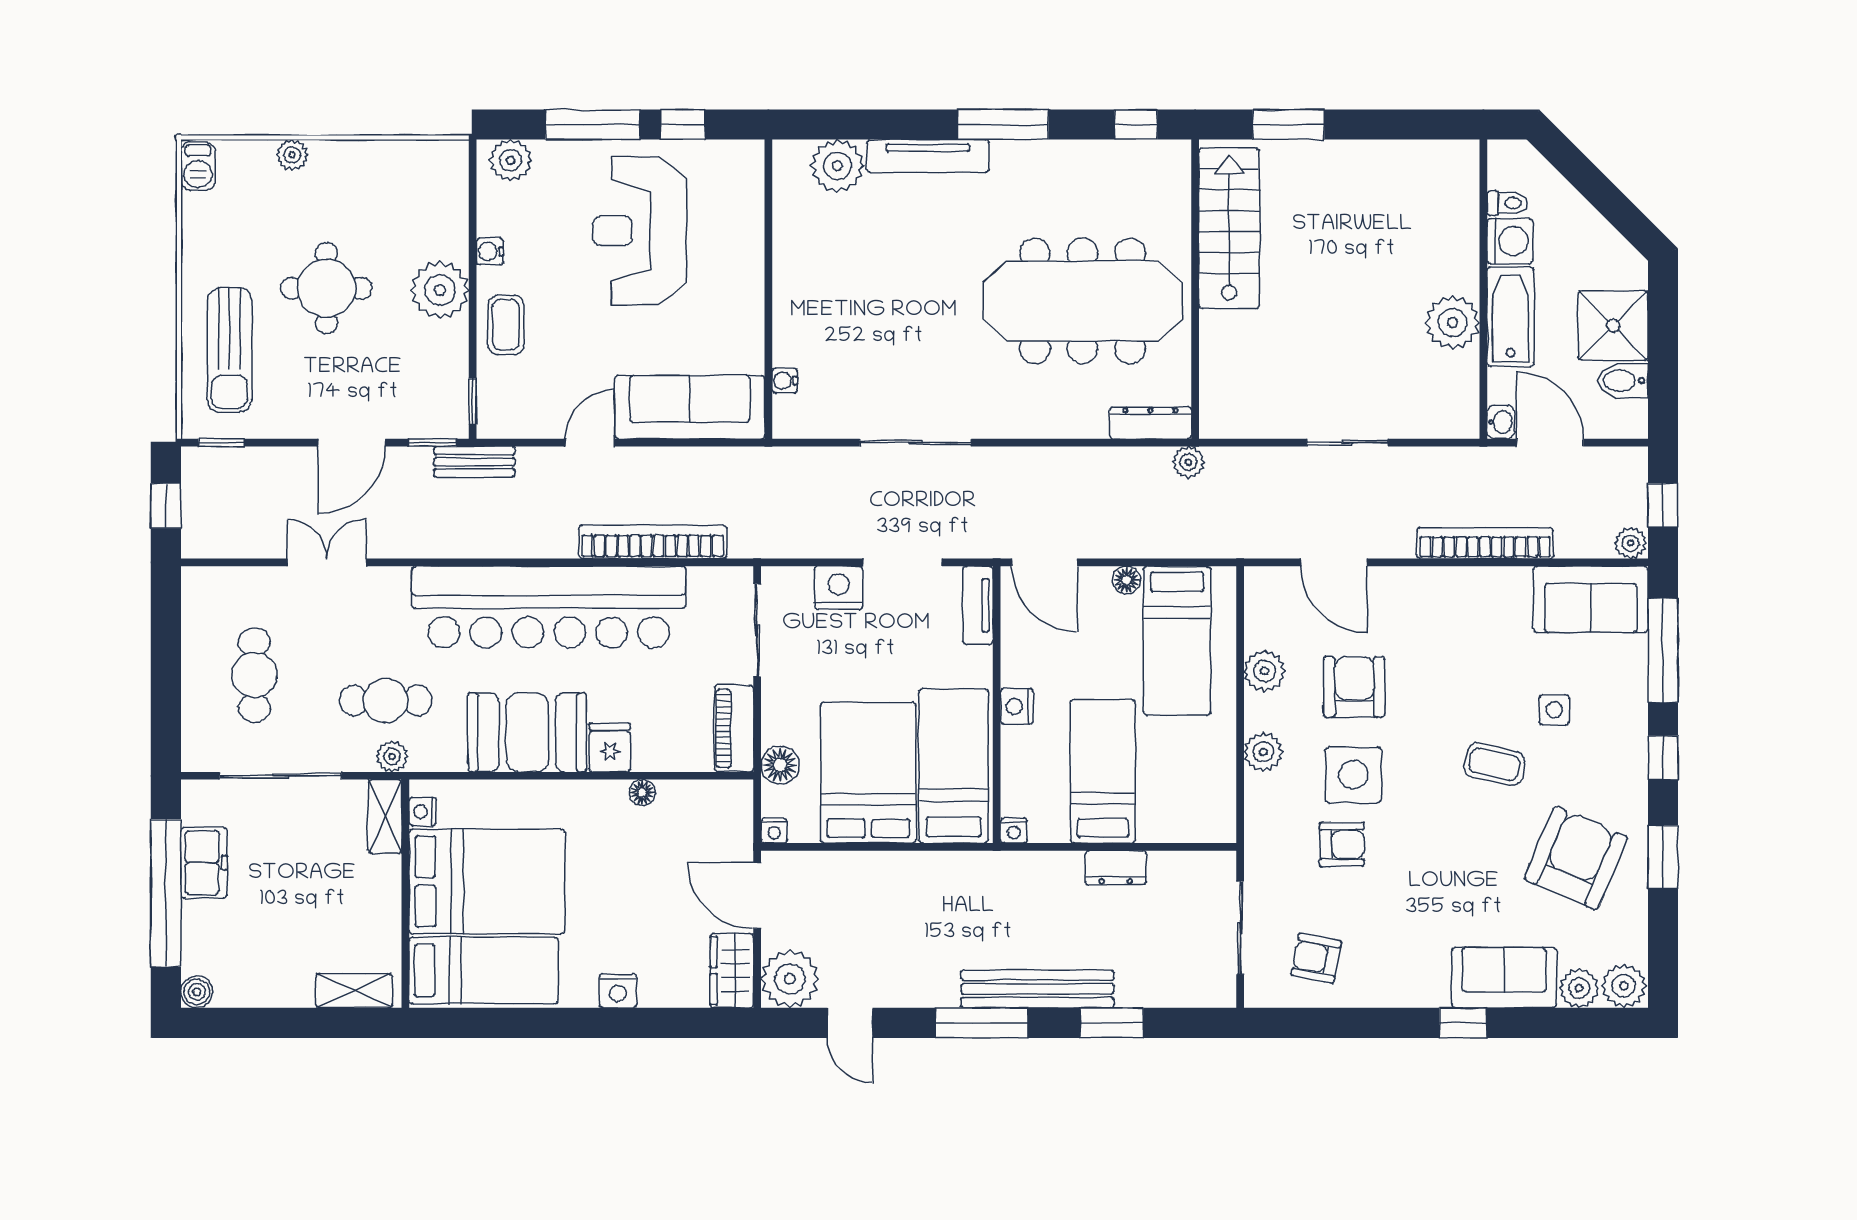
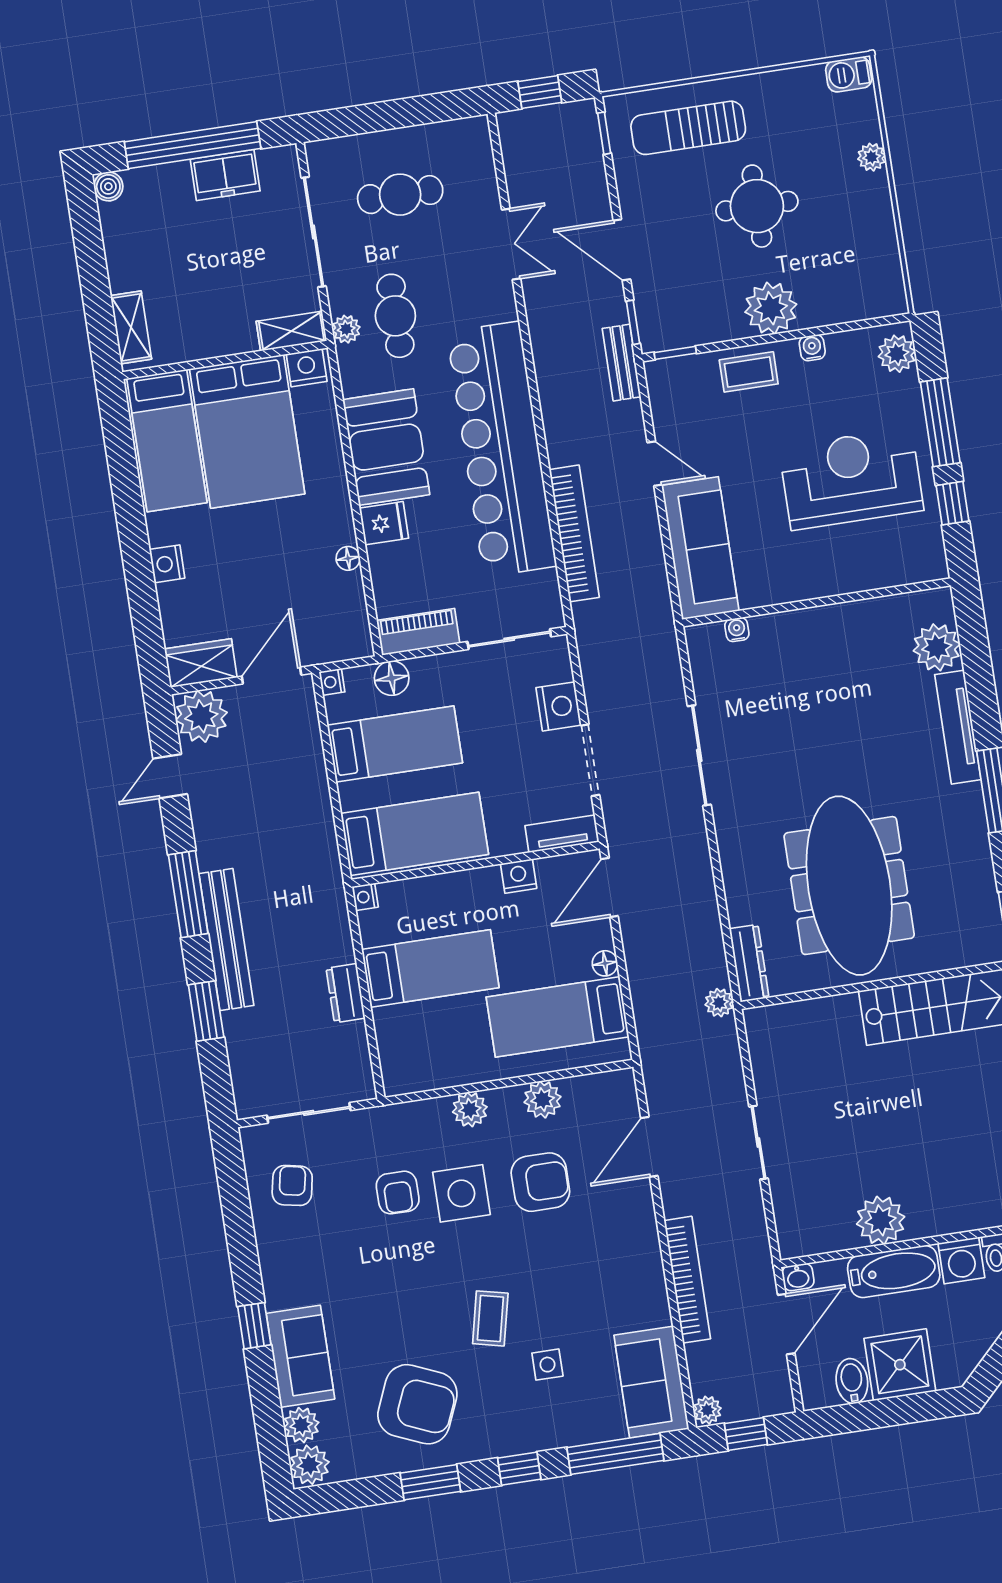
nightstand: (1017, 706) -> (519, 876), moved
bed: (868, 773) -> (395, 744), width x0.67
nightstand: (423, 812) -> (307, 368), width x1.39, depth x1.35

